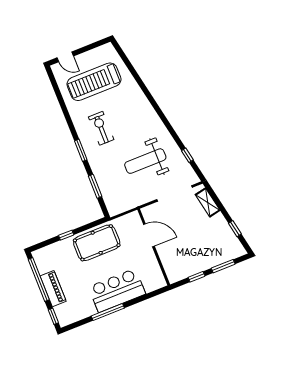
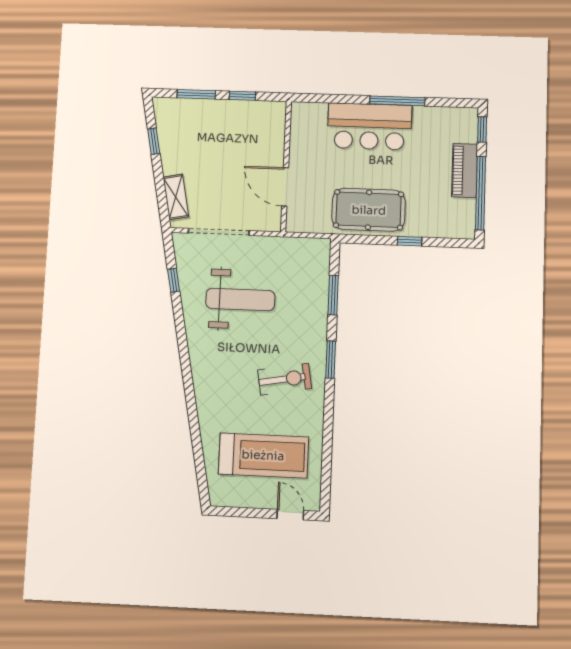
exercise bike: (101, 128) -> (285, 379), turned -100

